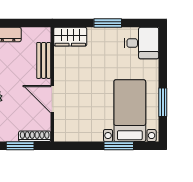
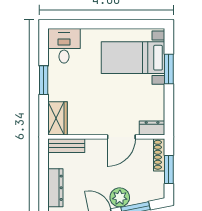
bench: (44, 60) -> (66, 146), moved
window: (163, 102) -> (124, 24), removed
dresser: (61, 129) -> (152, 128), added

